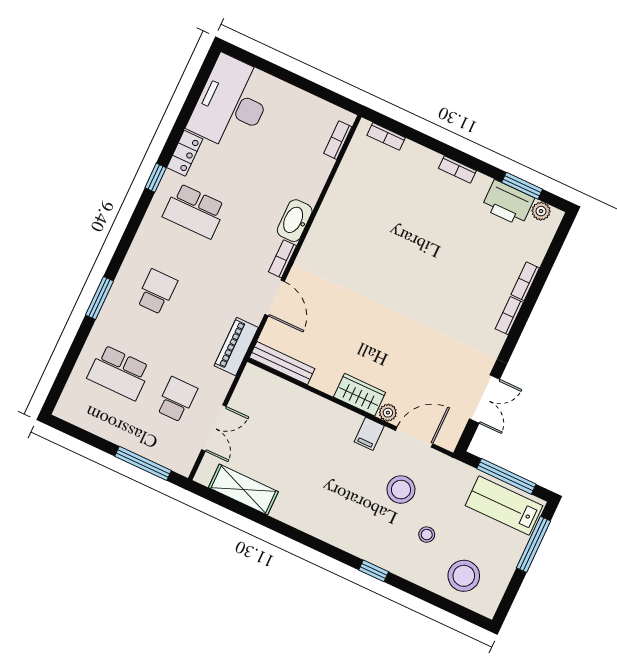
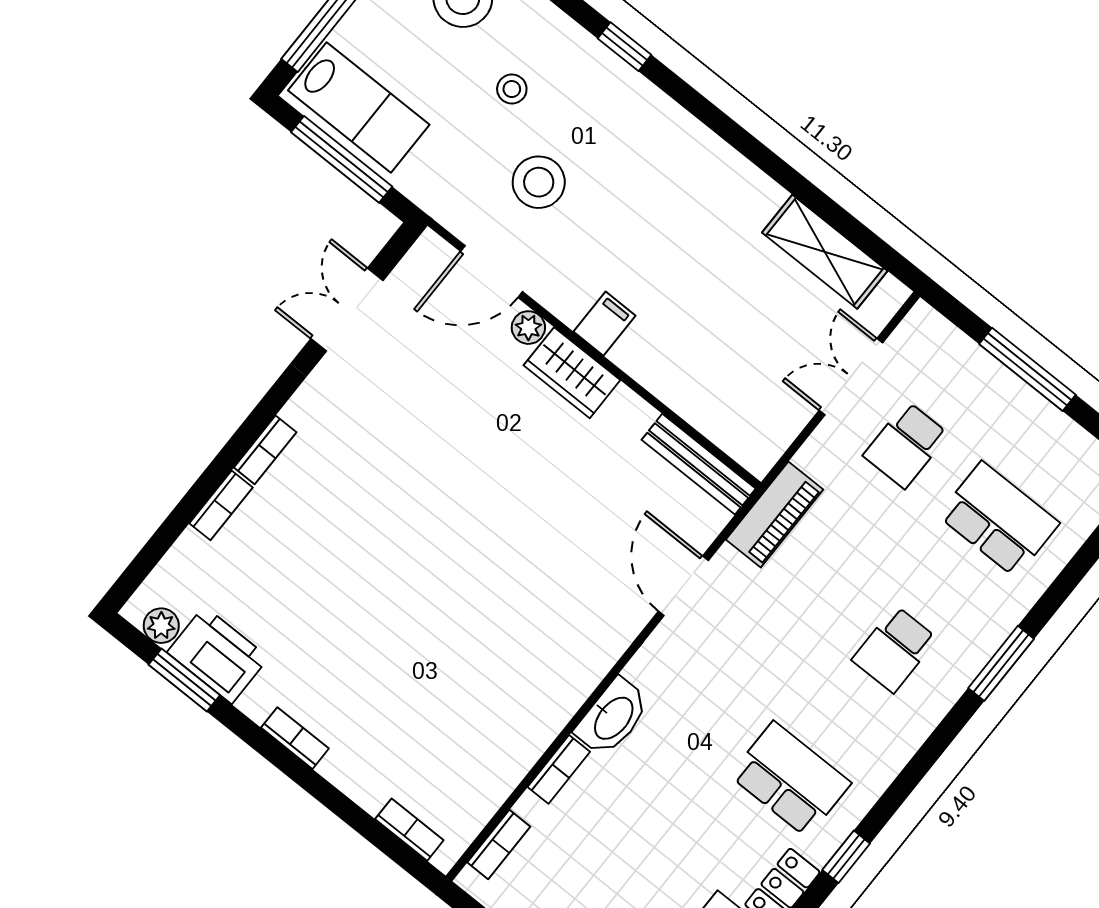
bookcase: (282, 259) -> (559, 769), moved
filing cabinet: (369, 434) -> (605, 324), moved
window: (143, 463) -> (1027, 369), moved

